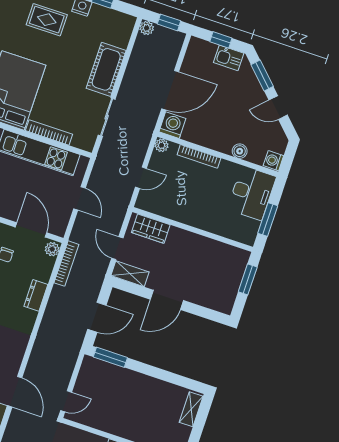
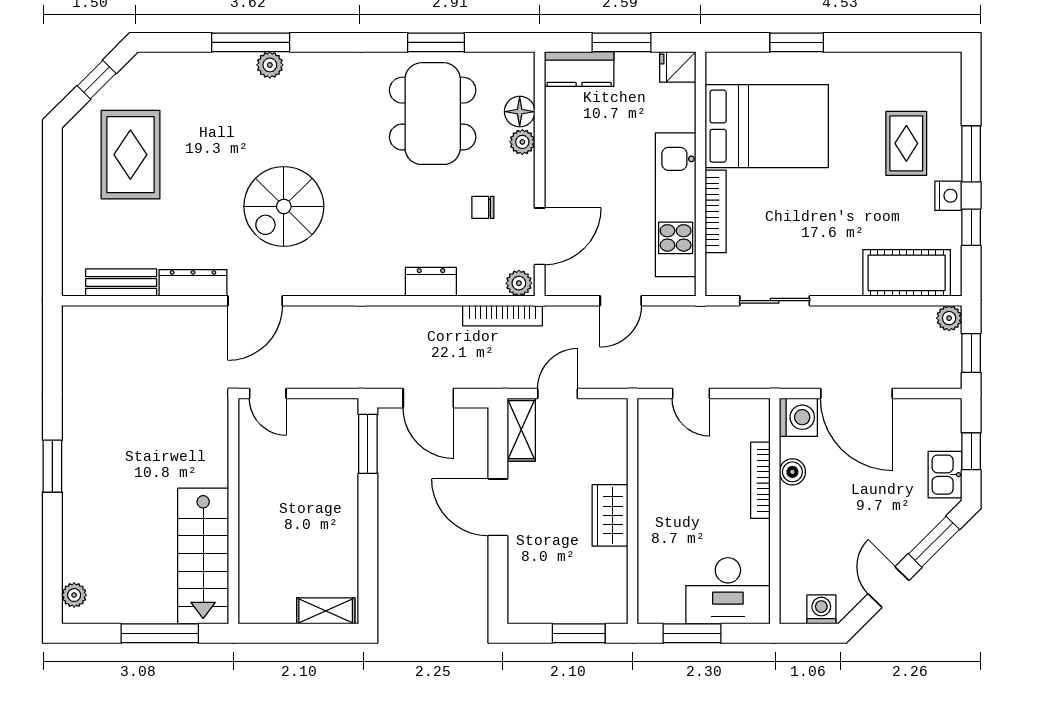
cot: (106, 69) -> (907, 273), moved
plant: (162, 145) -> (758, 410), removed
boiler: (240, 151) -> (792, 472), moved
washing machine: (273, 161) -> (821, 609), moved
wardrobe: (151, 229) -> (610, 515), moved

